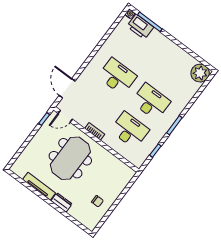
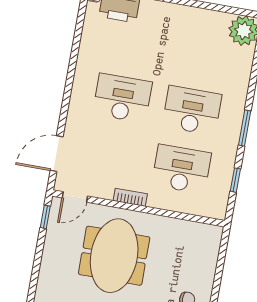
door: (67, 88) -> (57, 154), hinge flipped

